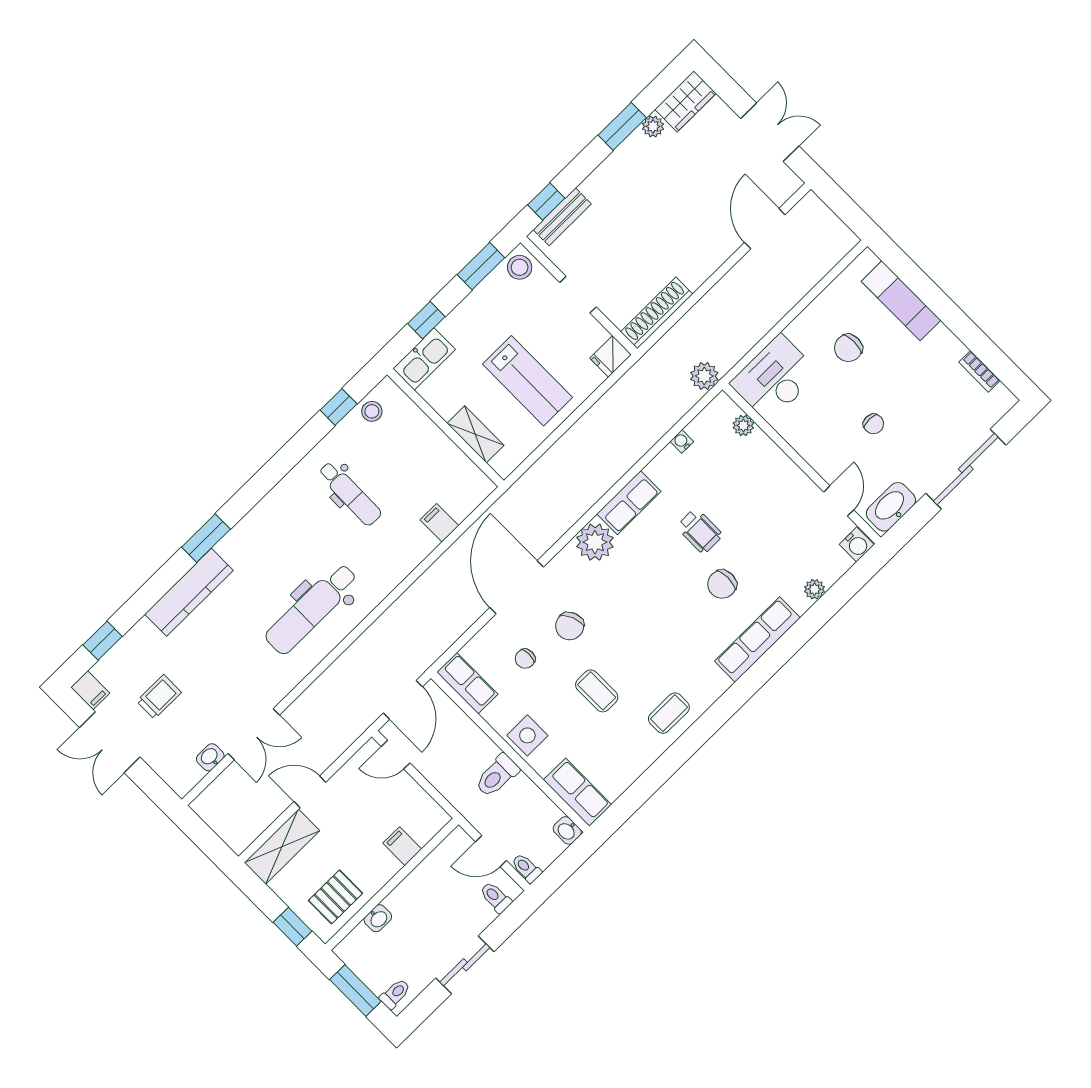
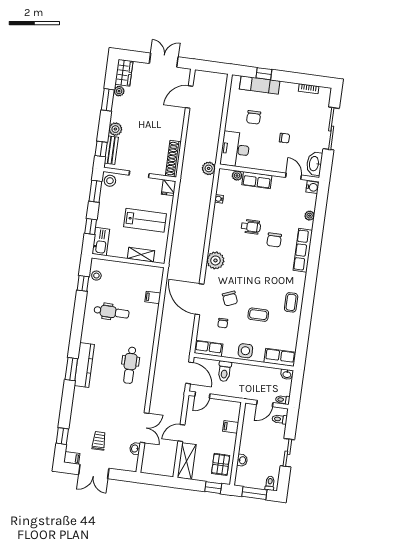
plant: (597, 186) -> (115, 129), added
door: (765, 229) -> (189, 97), hinge flipped
window: (923, 287) -> (264, 74), added
row of seats: (629, 503) -> (257, 180), moved, turned 90
kitchen counter: (189, 592) -> (84, 365), moved
dental chair: (312, 609) -> (130, 365), width x0.73, depth x0.72
toilet: (497, 776) -> (224, 371), moved

